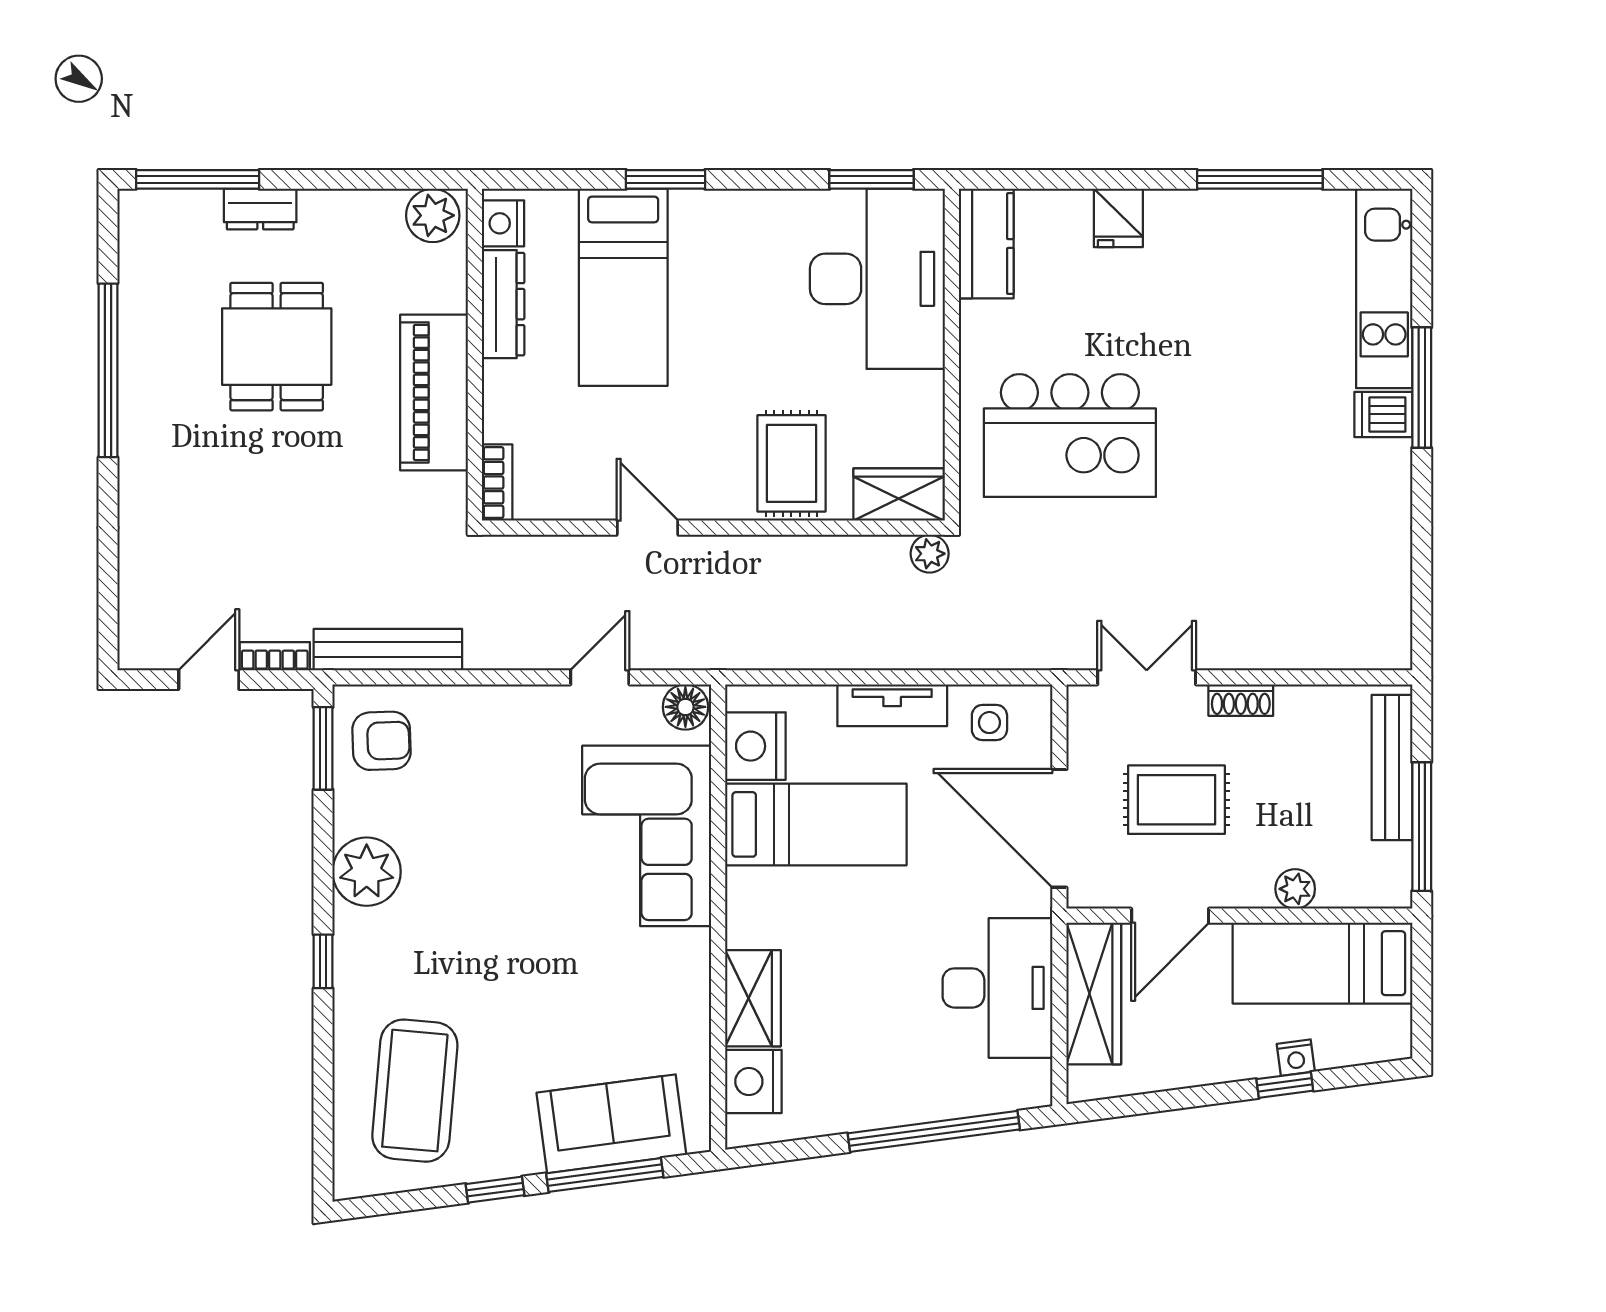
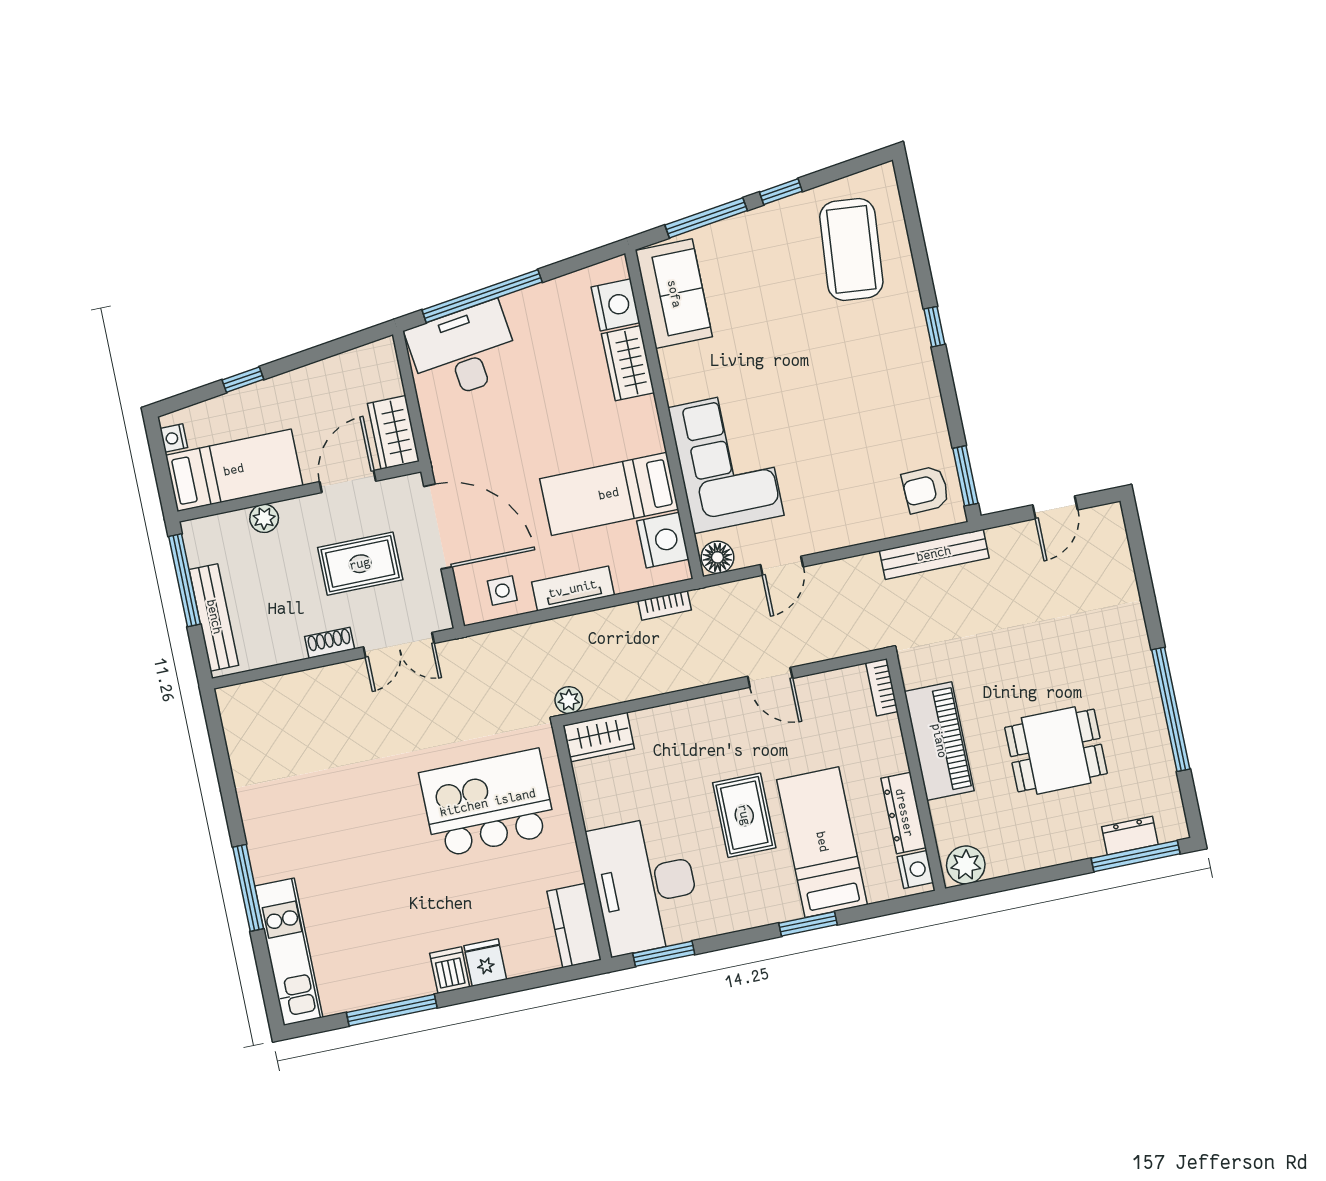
dresser: (260, 209) -> (1130, 836), moved
dining table: (277, 347) -> (1056, 750), turned 90
dishwasher: (1383, 414) -> (450, 970), moved, turned -90
rug: (791, 463) -> (744, 815), moved
bookcase: (275, 656) -> (665, 605), moved
plant: (367, 872) -> (917, 396), removed
desk: (997, 988) -> (463, 351), moved, turned 82
wardrobe: (1094, 994) -> (393, 432), width x0.67
nightstand: (1296, 1058) -> (174, 438), moved, turned -82
sofa: (611, 1124) -> (674, 294), moved, turned -82

